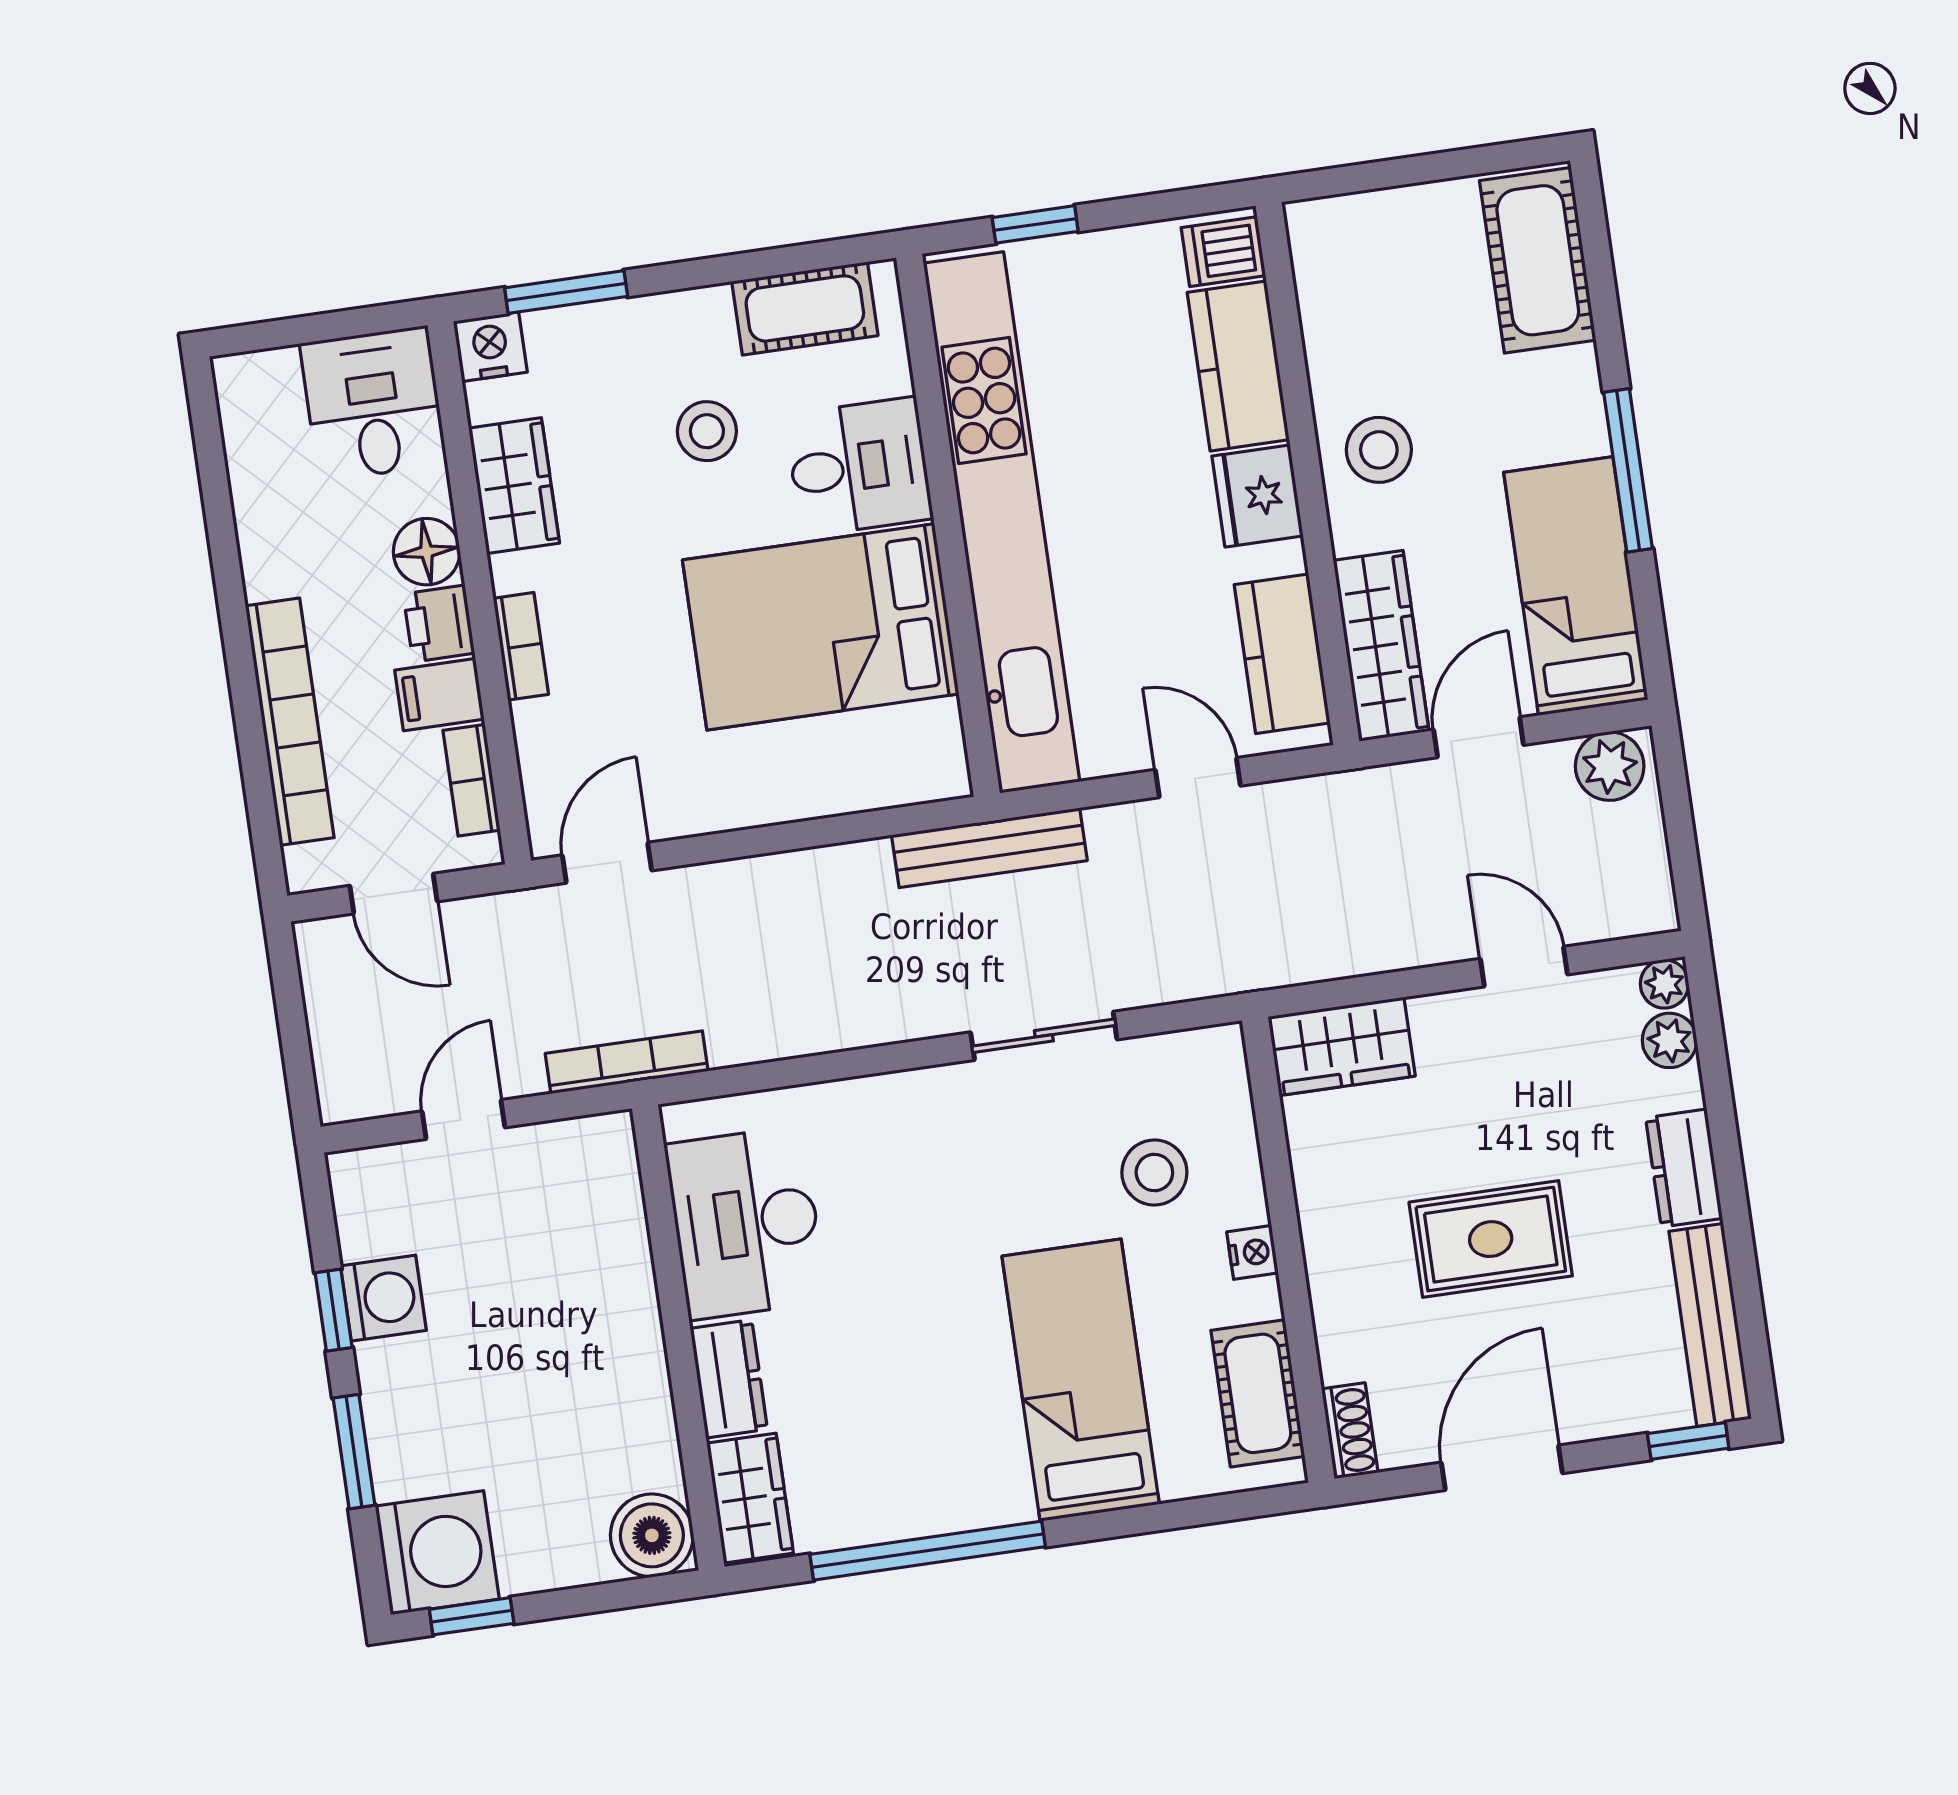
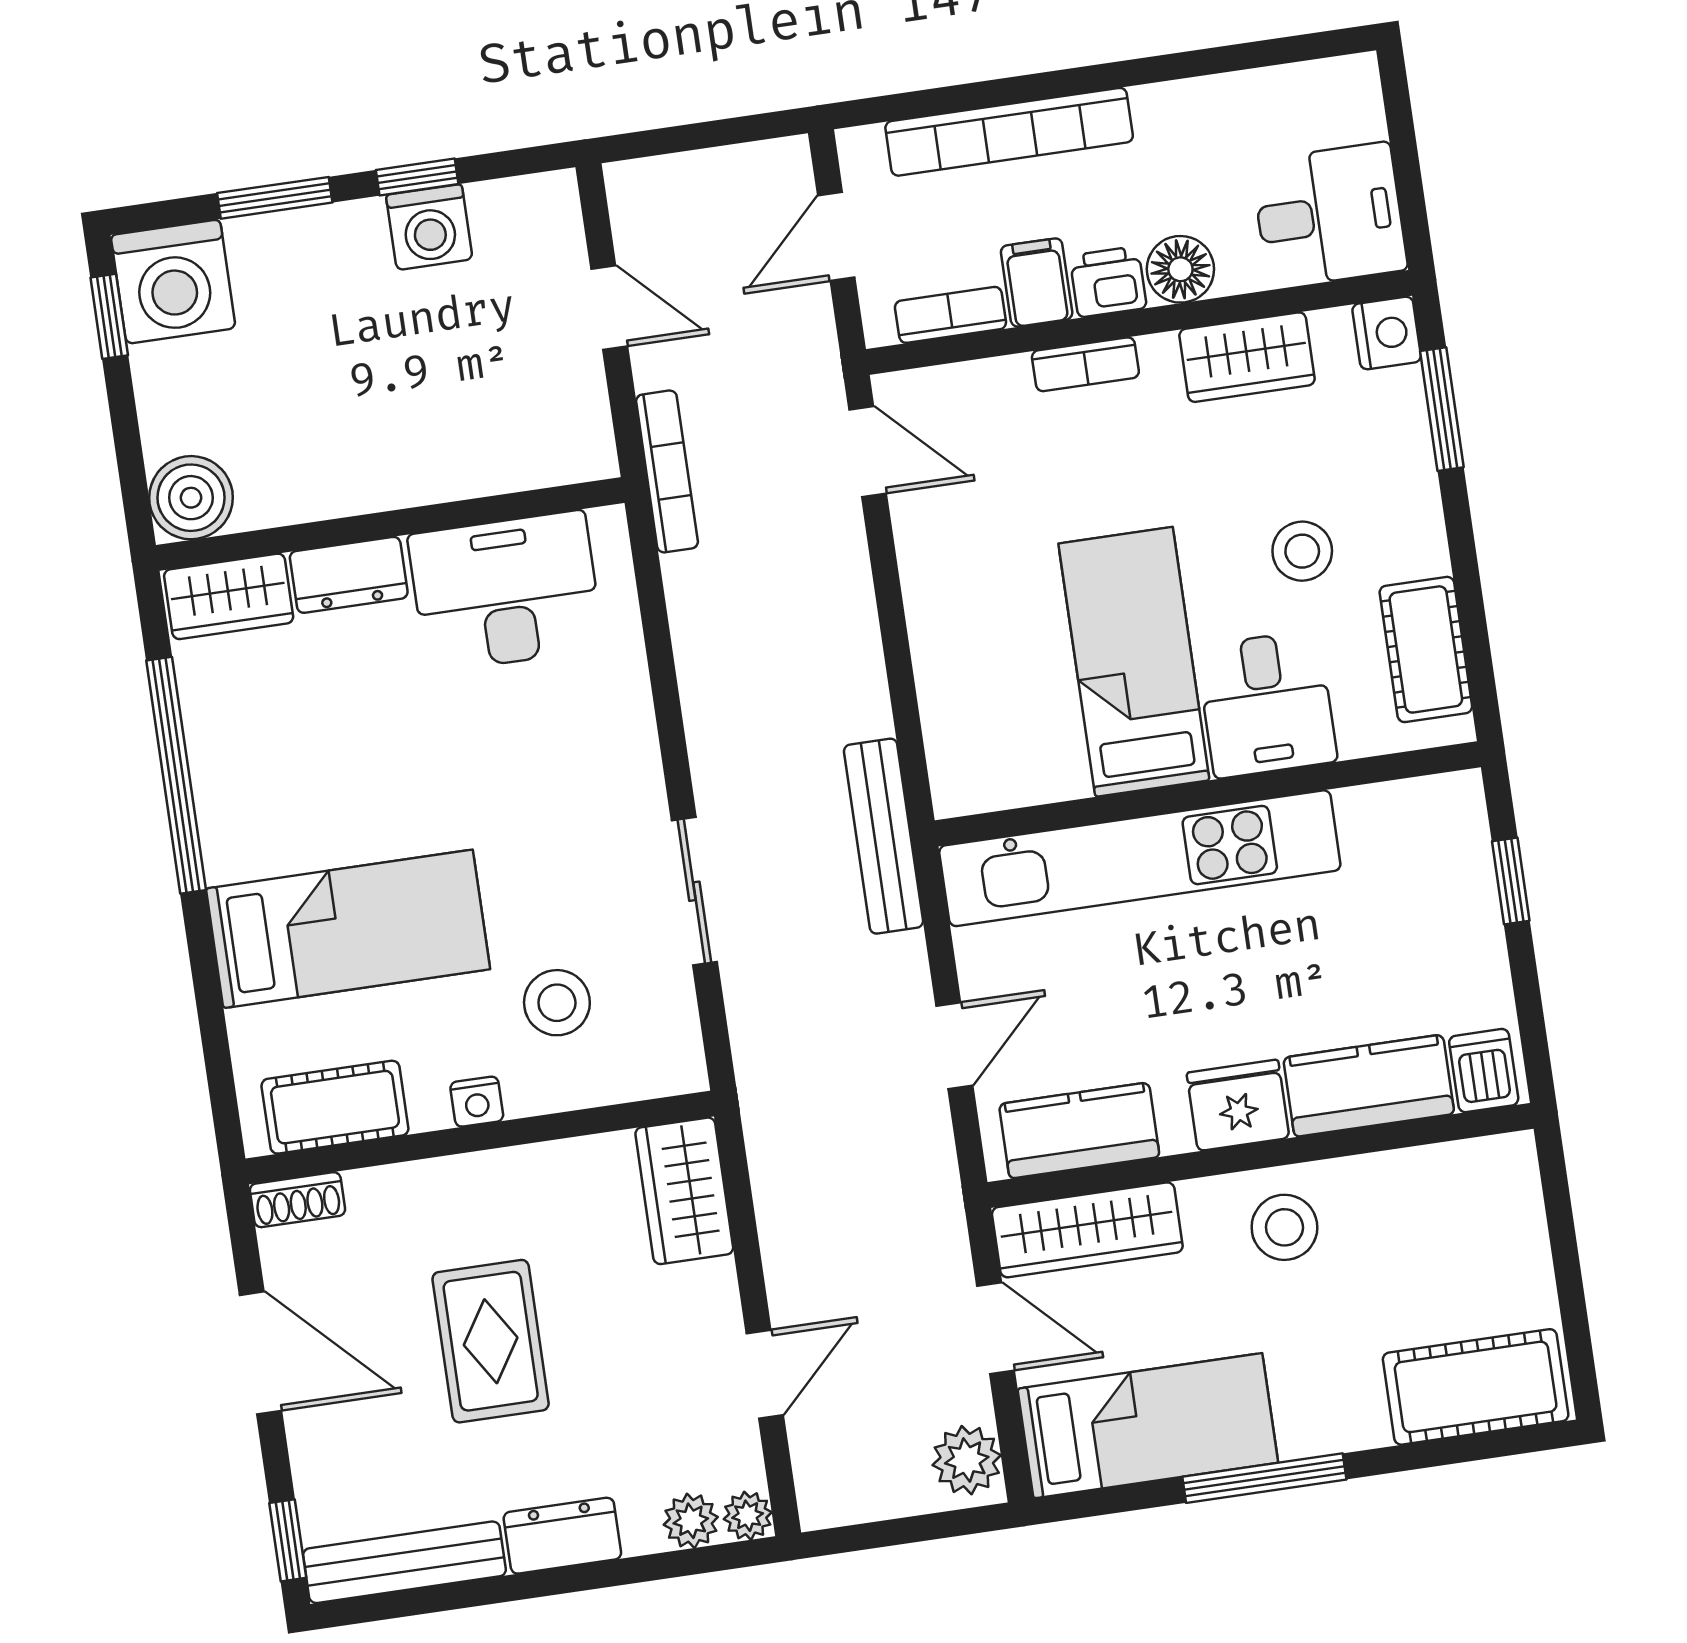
kitchen unit: (1002, 522) -> (1140, 858), width x0.73
bed: (821, 627) -> (1134, 662), width x0.67

